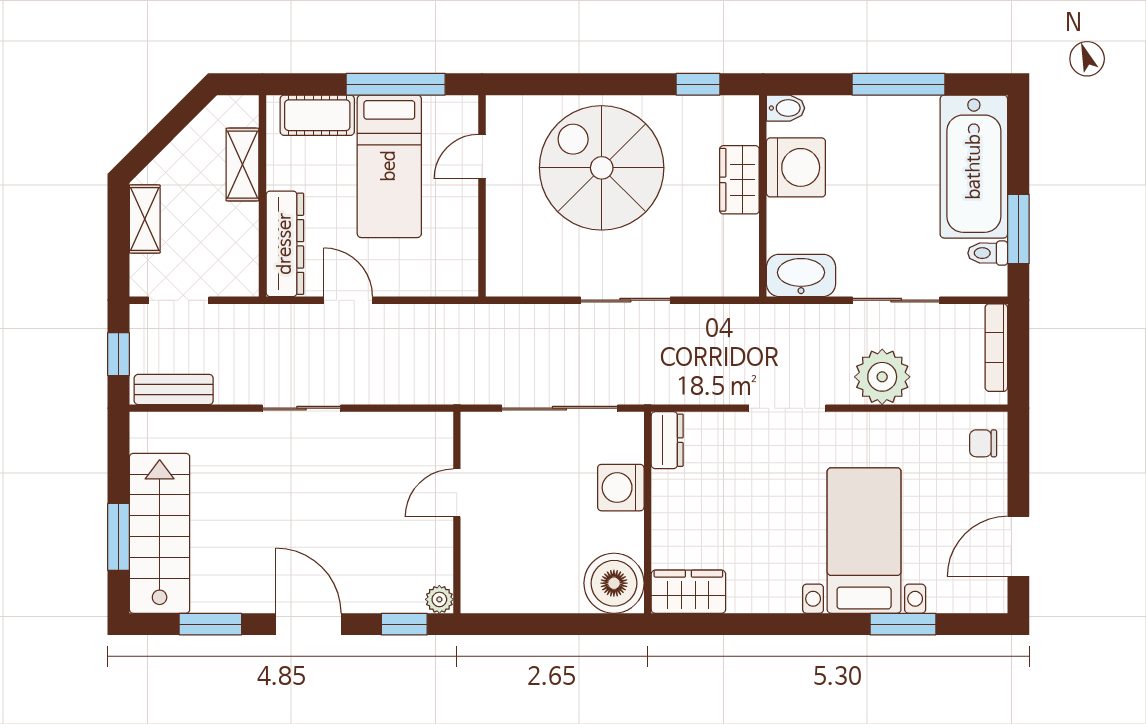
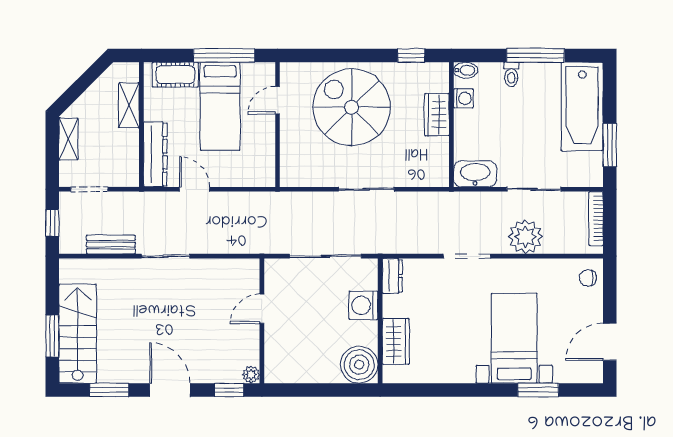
washing machine: (796, 167) -> (463, 98), width x0.53, depth x0.53
toilet: (988, 253) -> (511, 74), moved, turned -90
bench: (174, 389) -> (111, 245), moved
wardrobe: (688, 592) -> (396, 341), moved, turned 90

